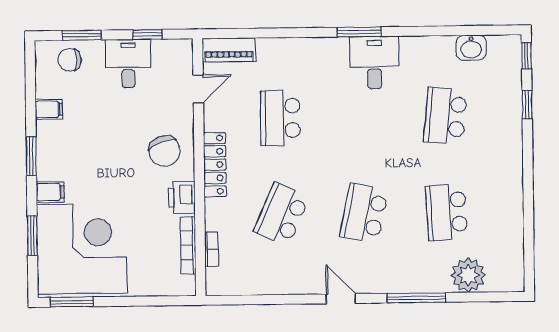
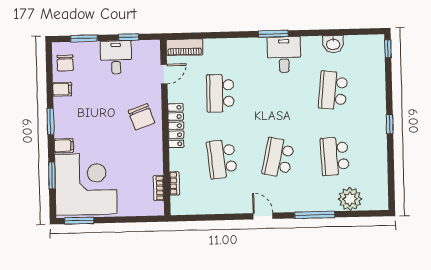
washbasin: (471, 48) -> (333, 44), moved
chair: (70, 60) -> (65, 63), moved, turned -90
window: (527, 105) -> (390, 124), moved
printer: (182, 197) -> (154, 148), removed
school desk: (282, 214) -> (222, 159), turned -30
bookcase: (188, 245) -> (159, 188), width x0.64

